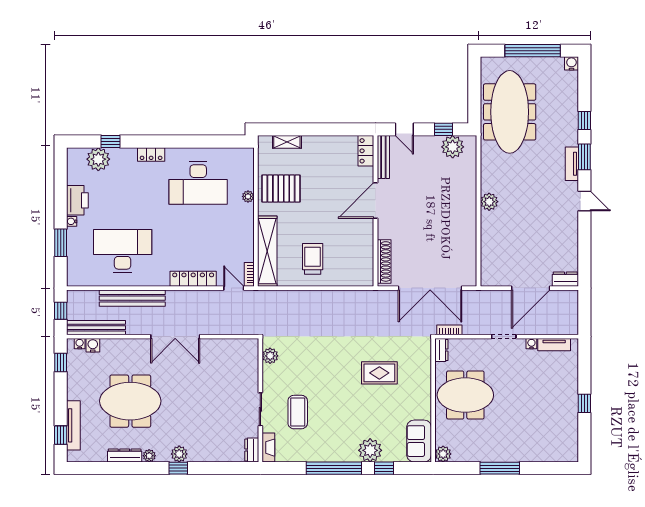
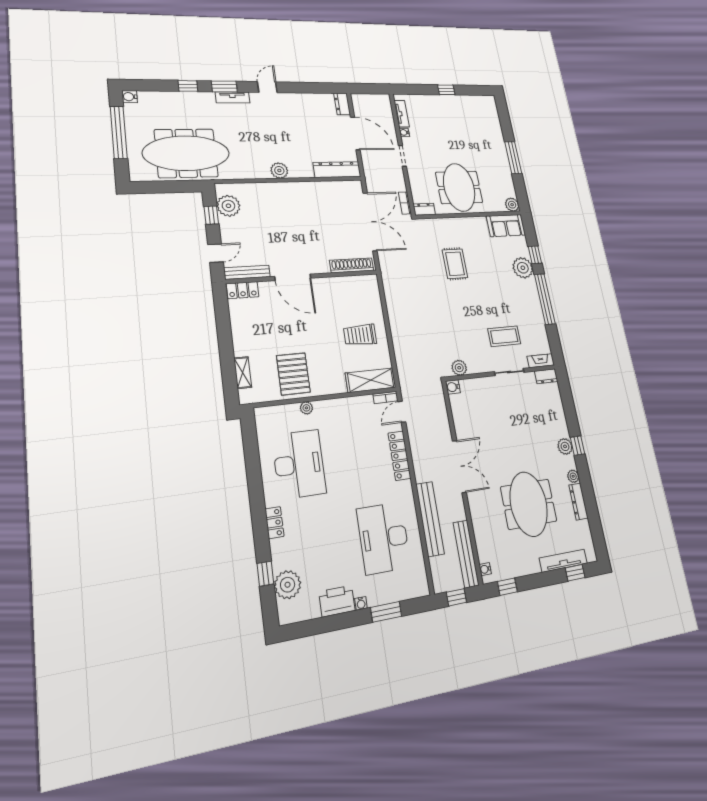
shelving: (267, 251) -> (371, 380), width x0.68
dresser: (489, 262) -> (337, 170), added
water cooler: (93, 345) -> (453, 387), moved

